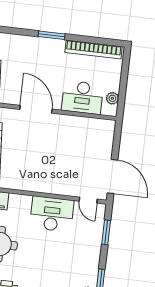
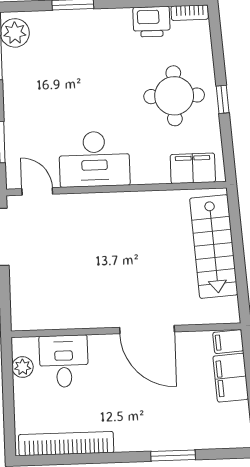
window: (52, 35) -> (173, 455), moved
desk: (82, 97) -> (64, 361), width x0.73

